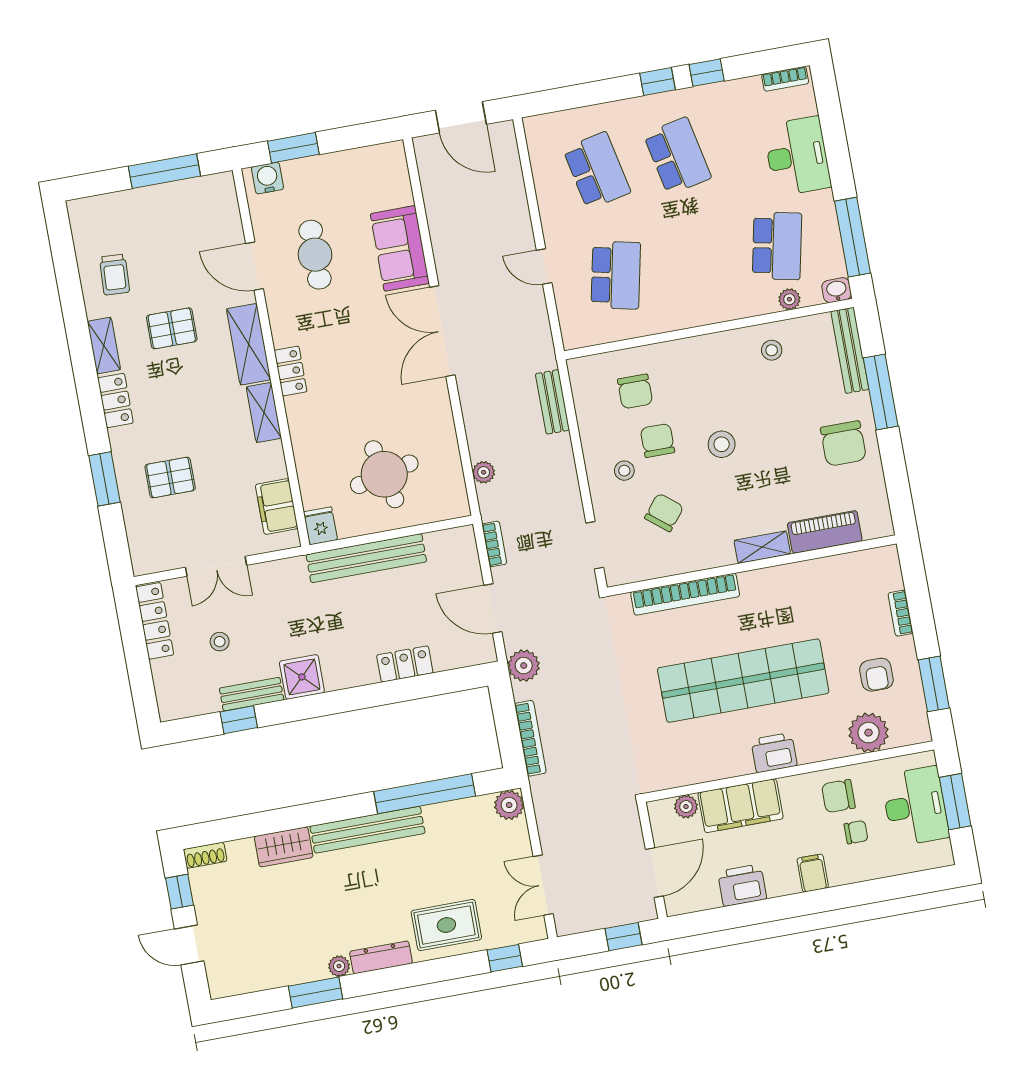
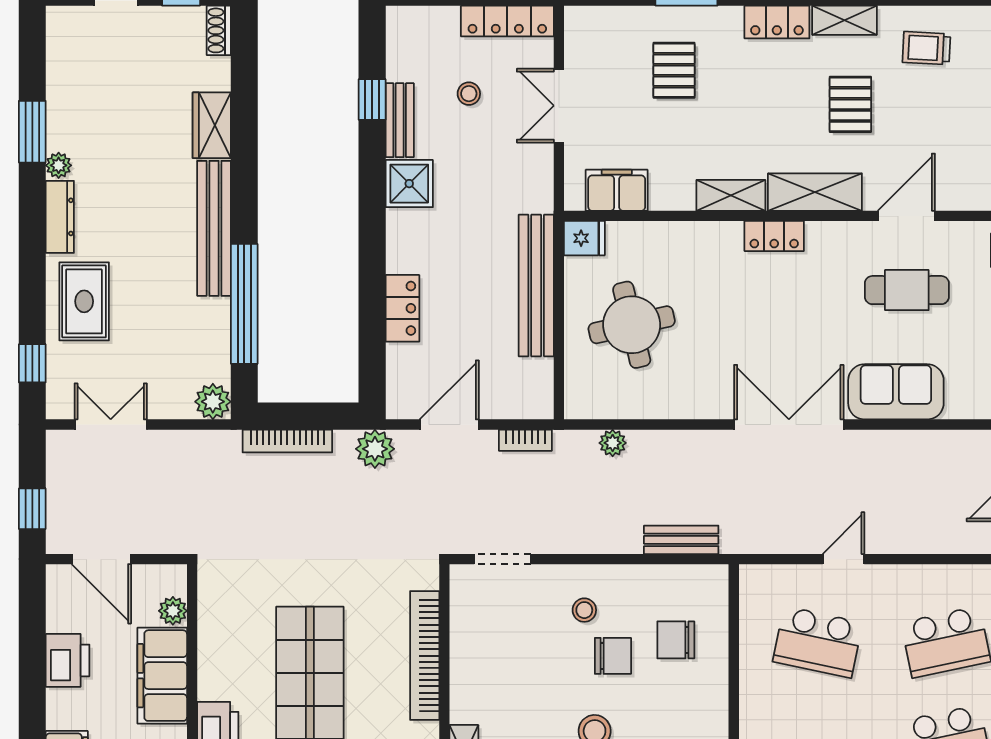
chair: (664, 512) -> (526, 648), removed

